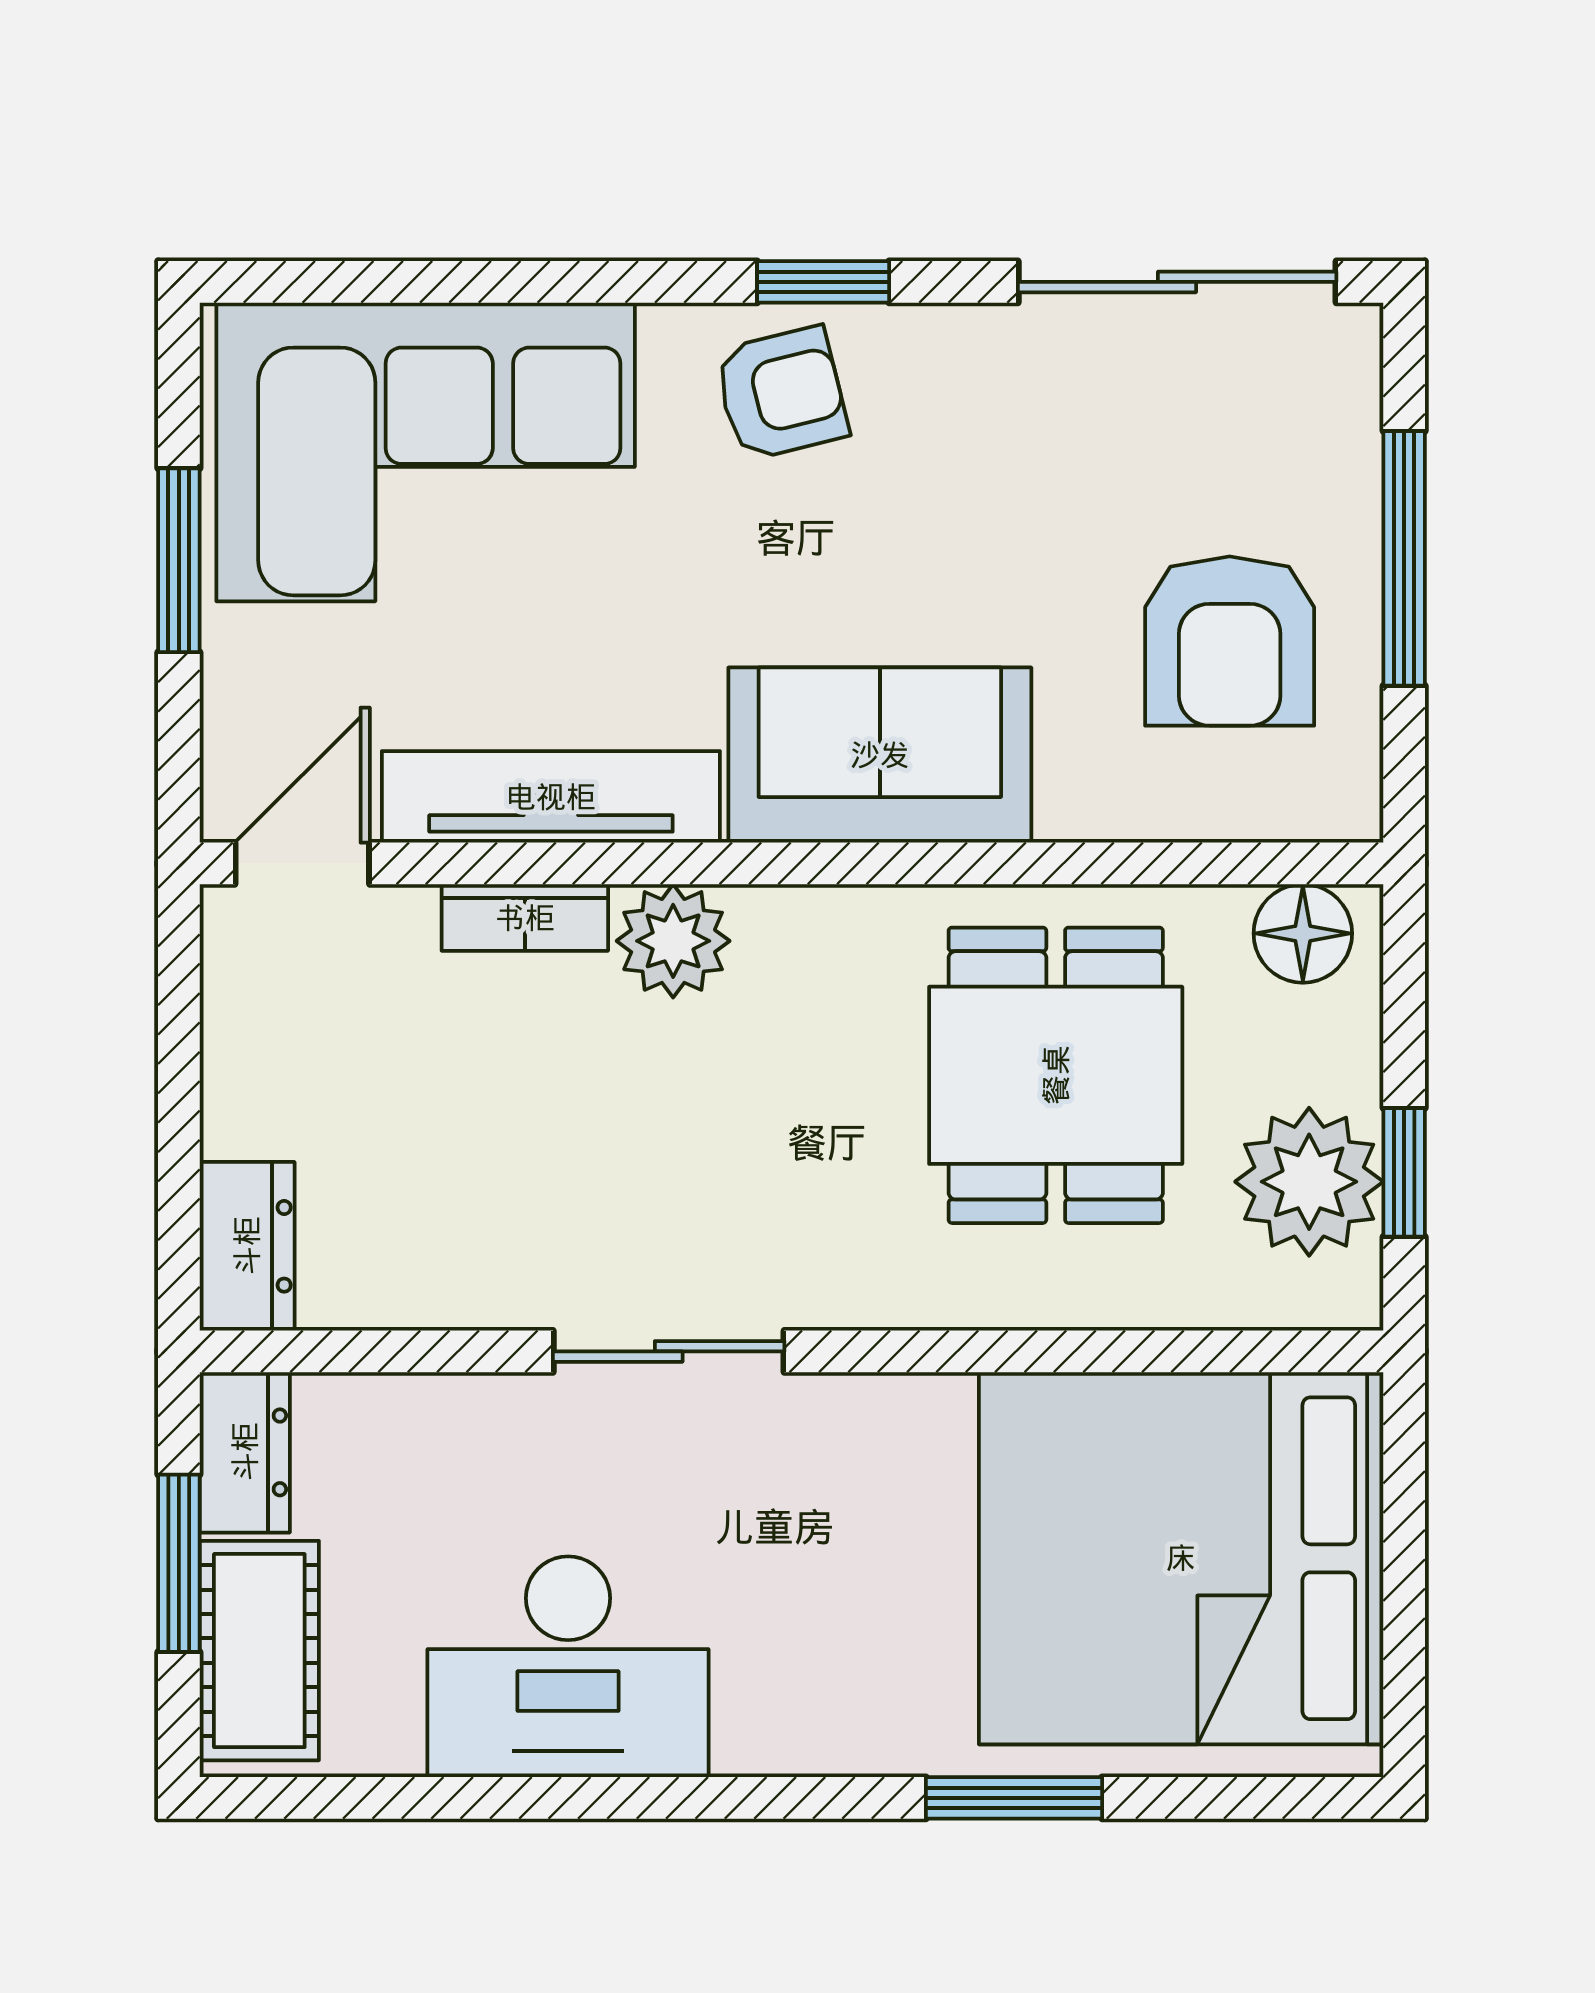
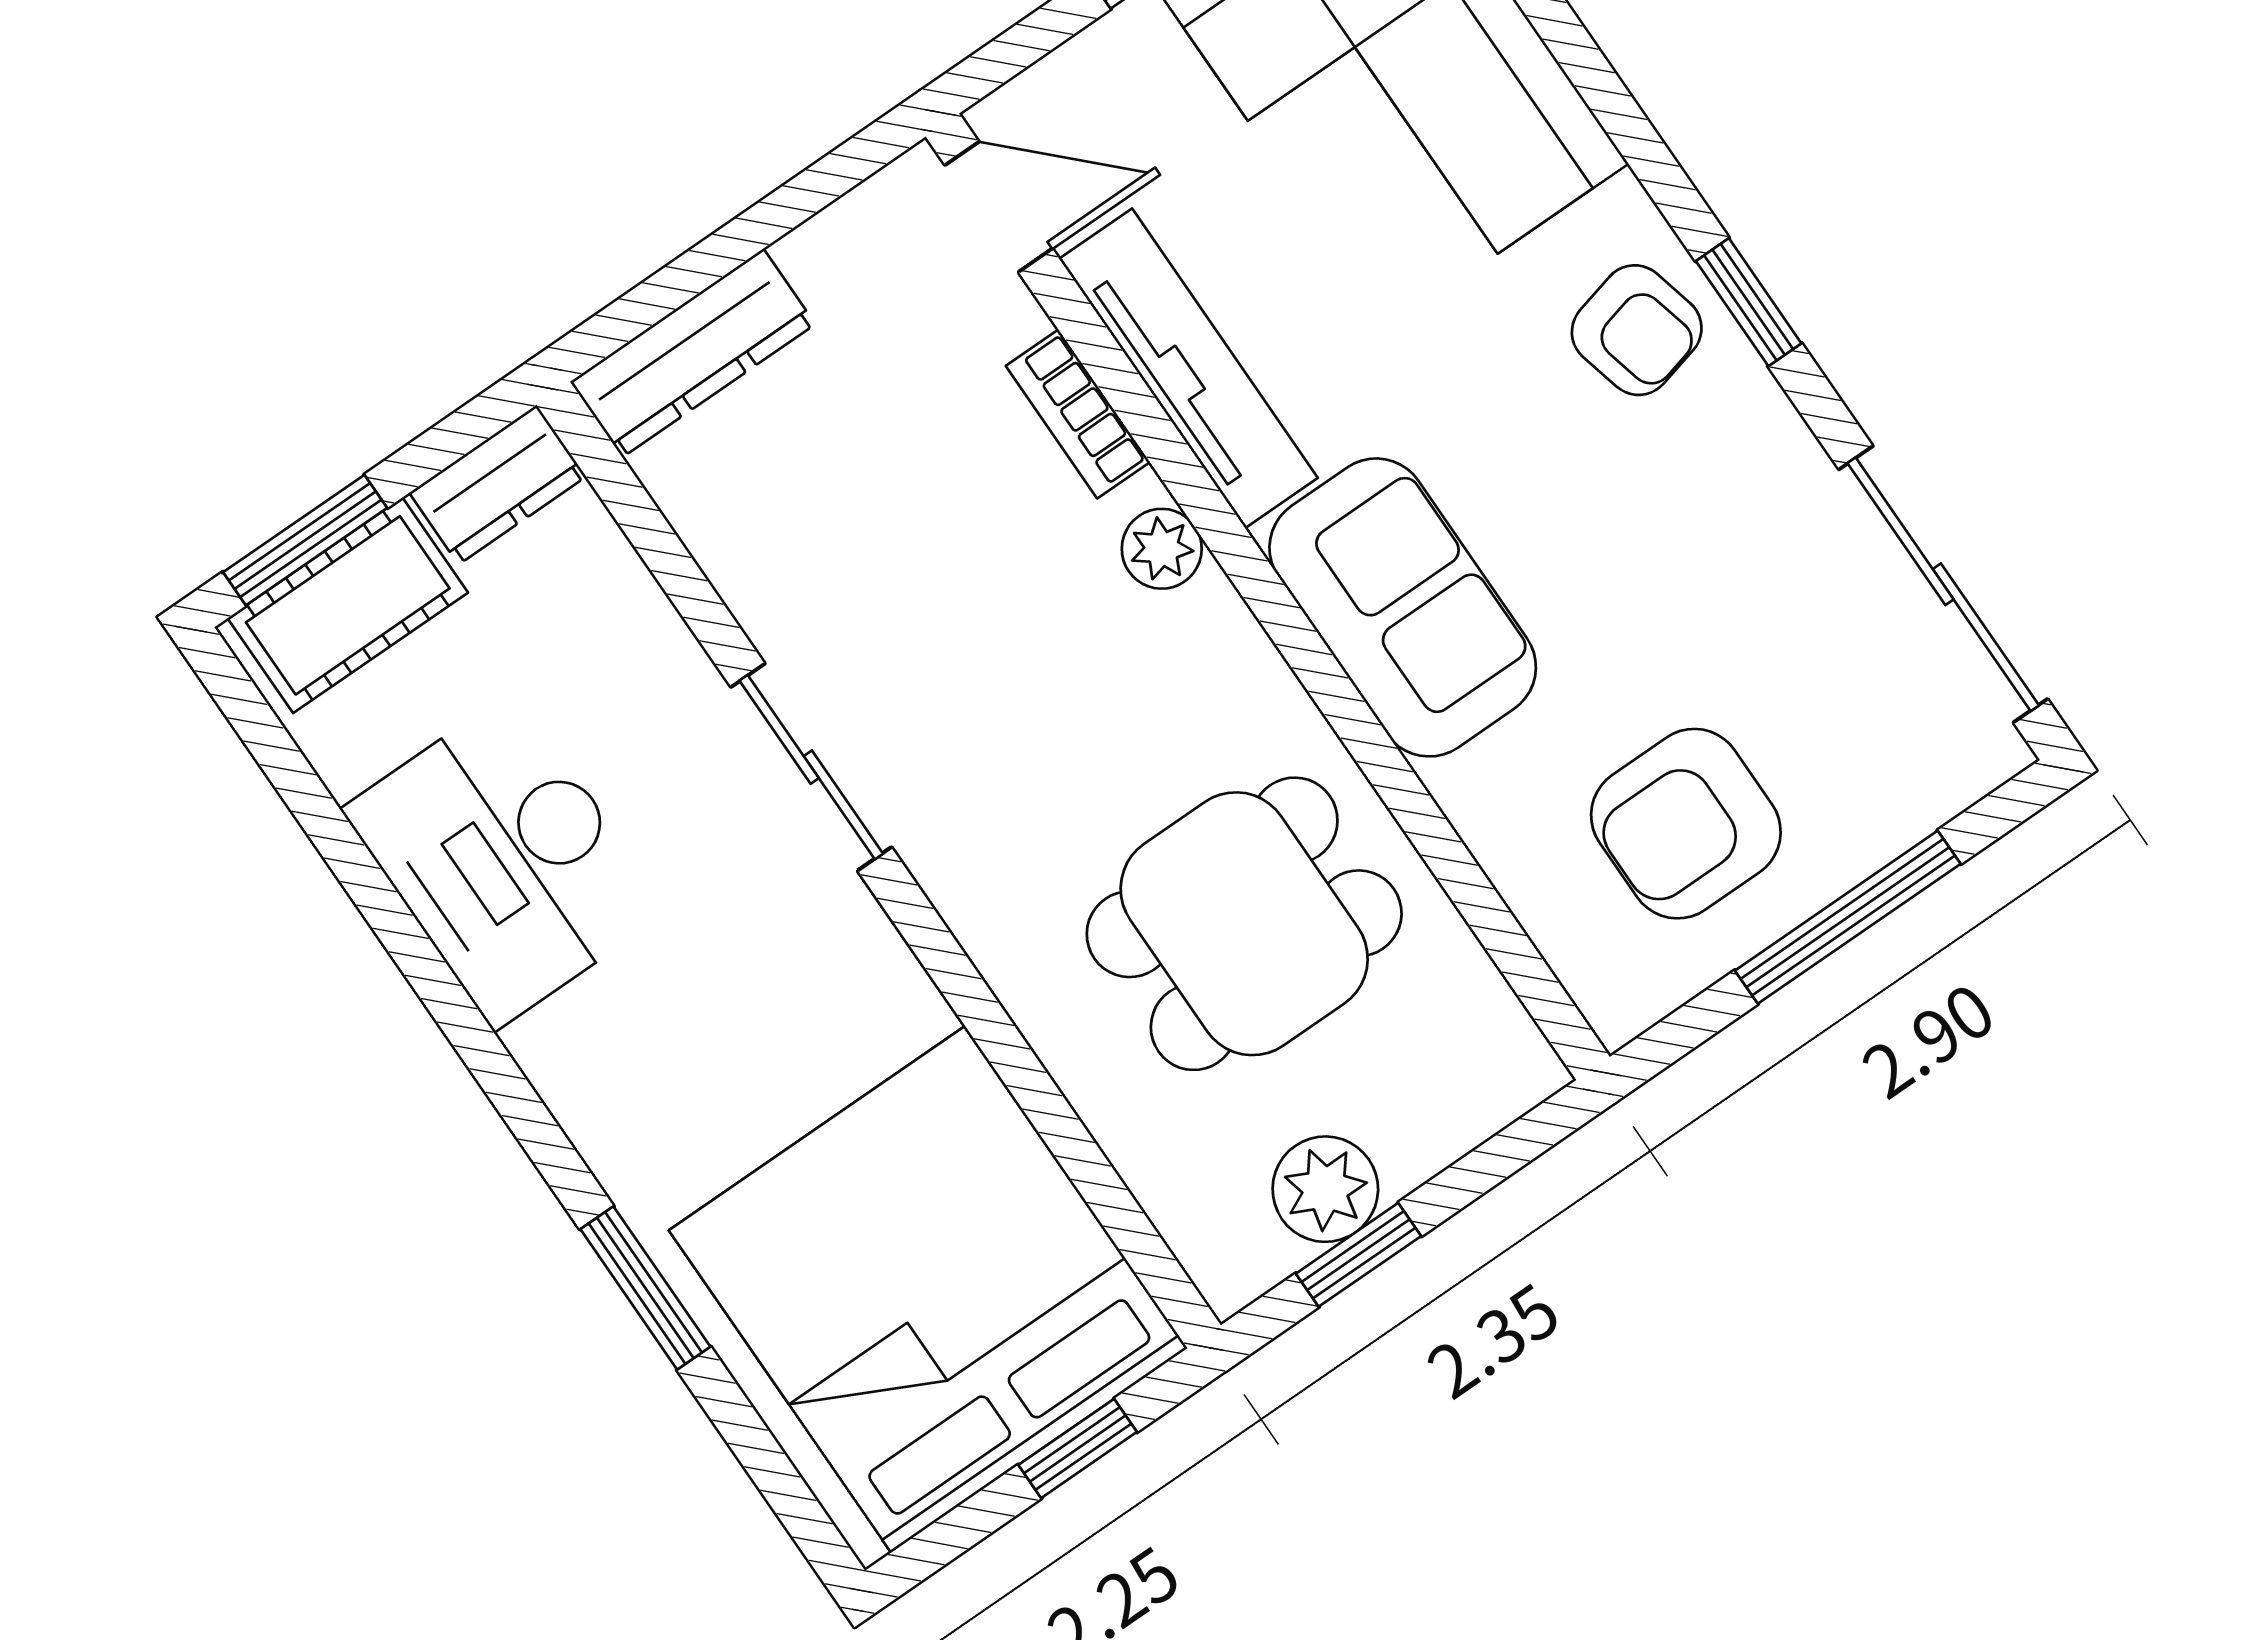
floor lamp: (1303, 933) -> (1493, 1043), removed
plant: (673, 941) -> (1162, 549), width x0.73, depth x0.73
plant: (1309, 1182) -> (1325, 1189), width x0.73, depth x0.73
dresser: (247, 1246) -> (693, 353), width x1.44
window: (1404, 1525) -> (1078, 1448), added
window: (179, 1563) -> (305, 540), moved

